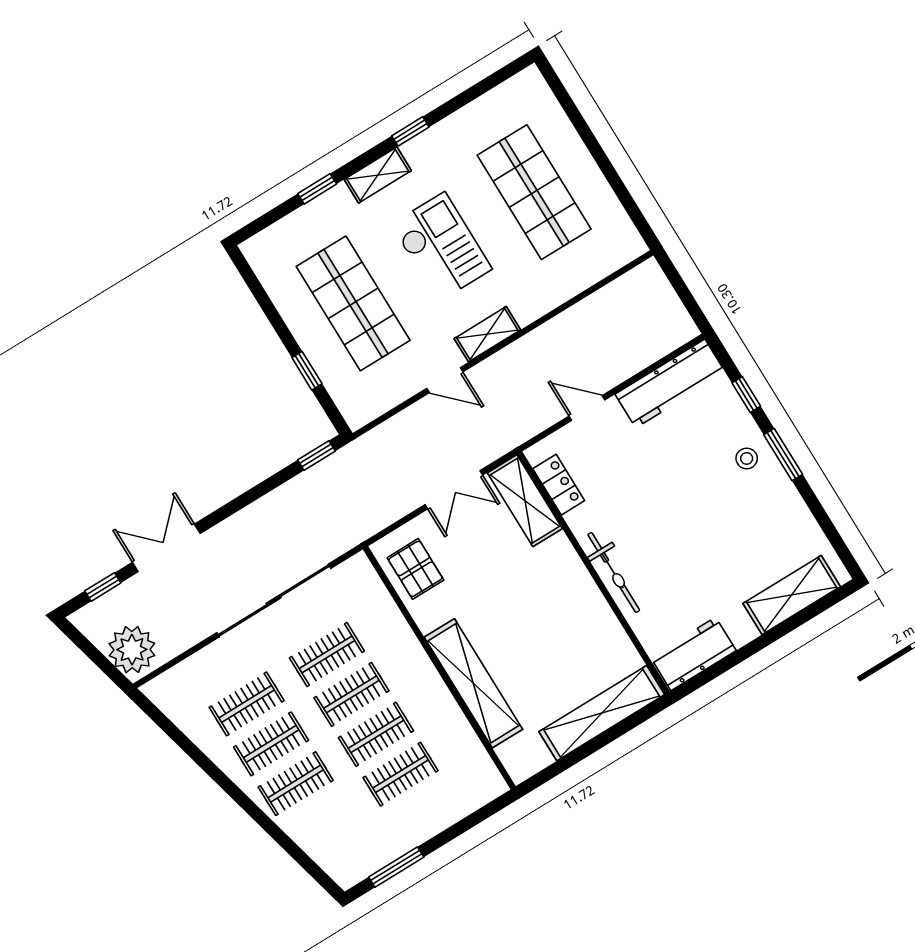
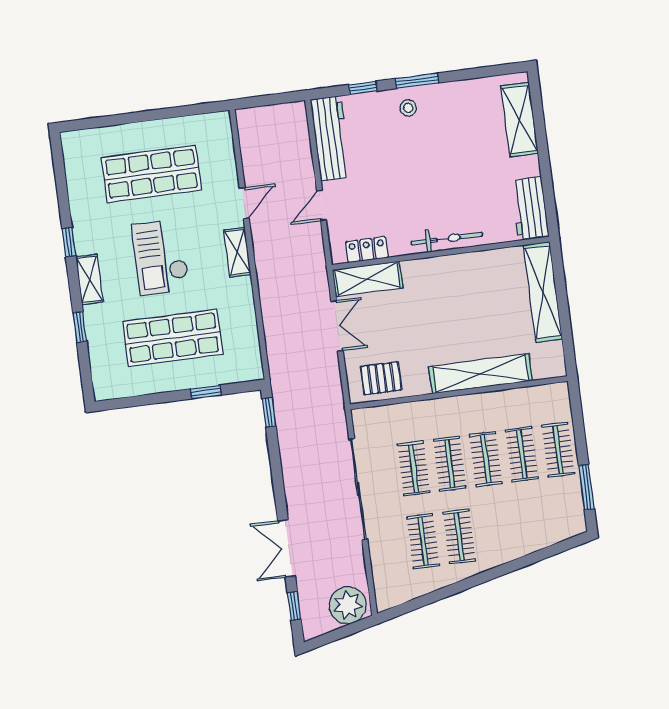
checkout: (441, 247) -> (161, 257), turned -90
door: (445, 380) -> (244, 203), moved
clothes rail: (296, 784) -> (558, 450), moved

